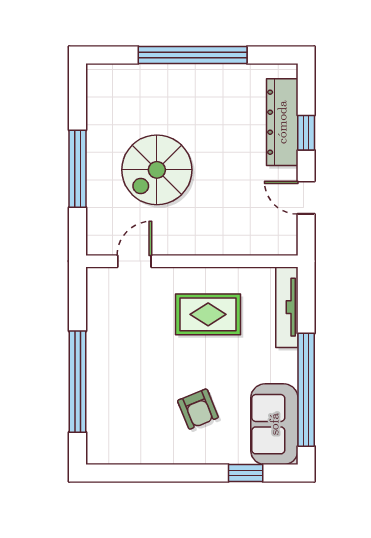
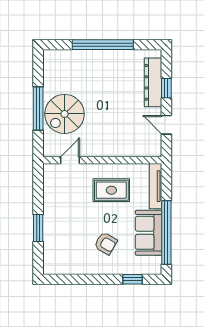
spiral stairs: (157, 170) -> (65, 114), moved
window: (78, 382) -> (38, 228), width x0.47
armchair: (198, 409) -> (106, 243), turned -38
sofa: (274, 424) -> (149, 233), moved

